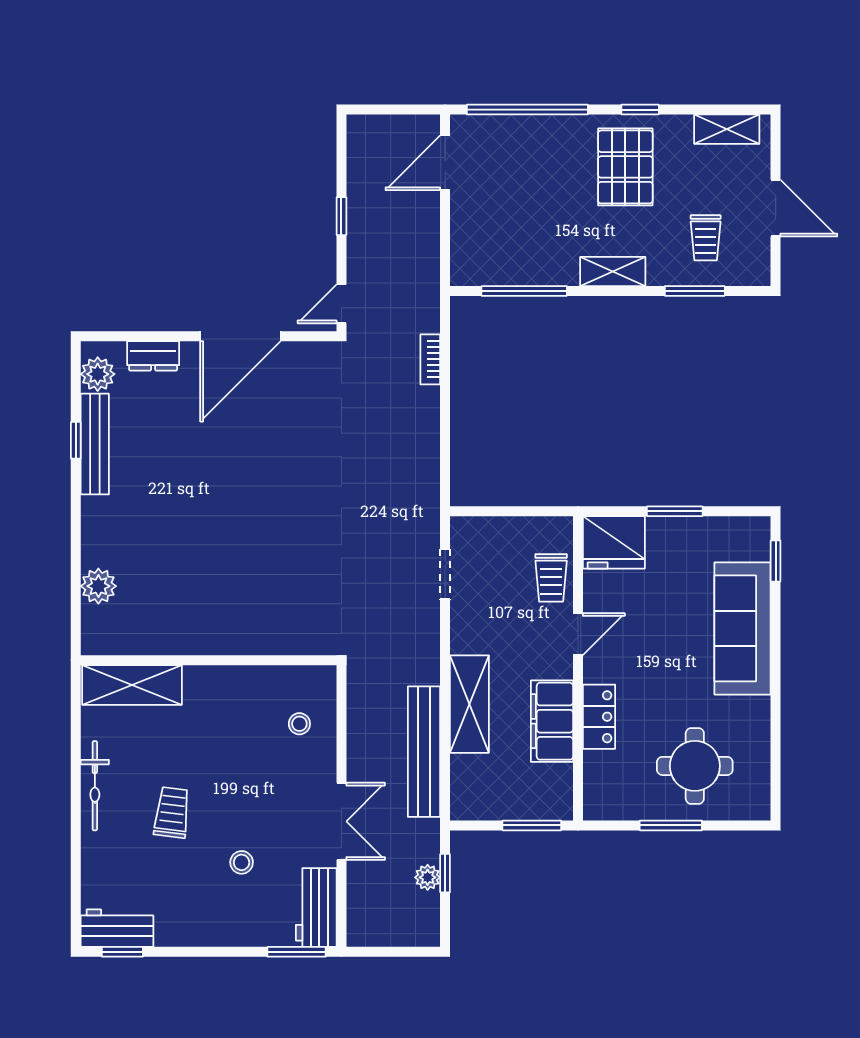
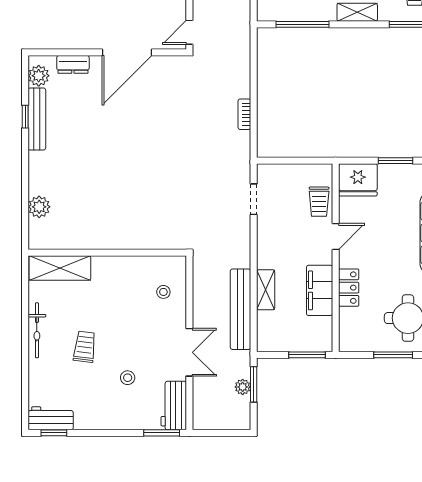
bookcase: (430, 359) -> (244, 114), moved
shelving: (469, 704) -> (266, 290), width x0.67, depth x0.75
window: (445, 873) -> (254, 384), width x1.50

